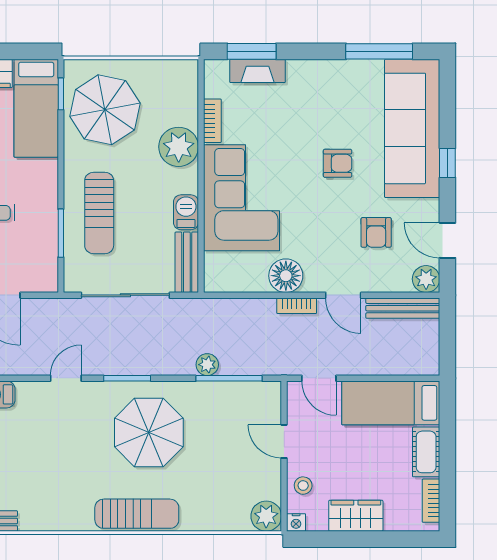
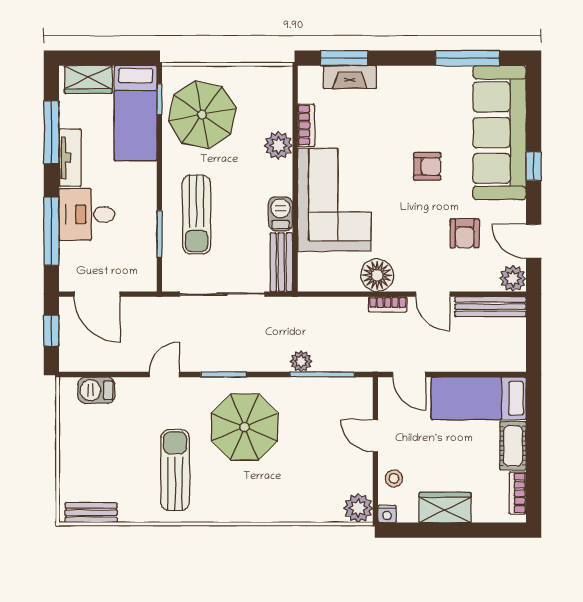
plant: (179, 147) -> (278, 145), width x0.73, depth x0.73
sun lounger: (137, 514) -> (175, 470), moved, turned -90

